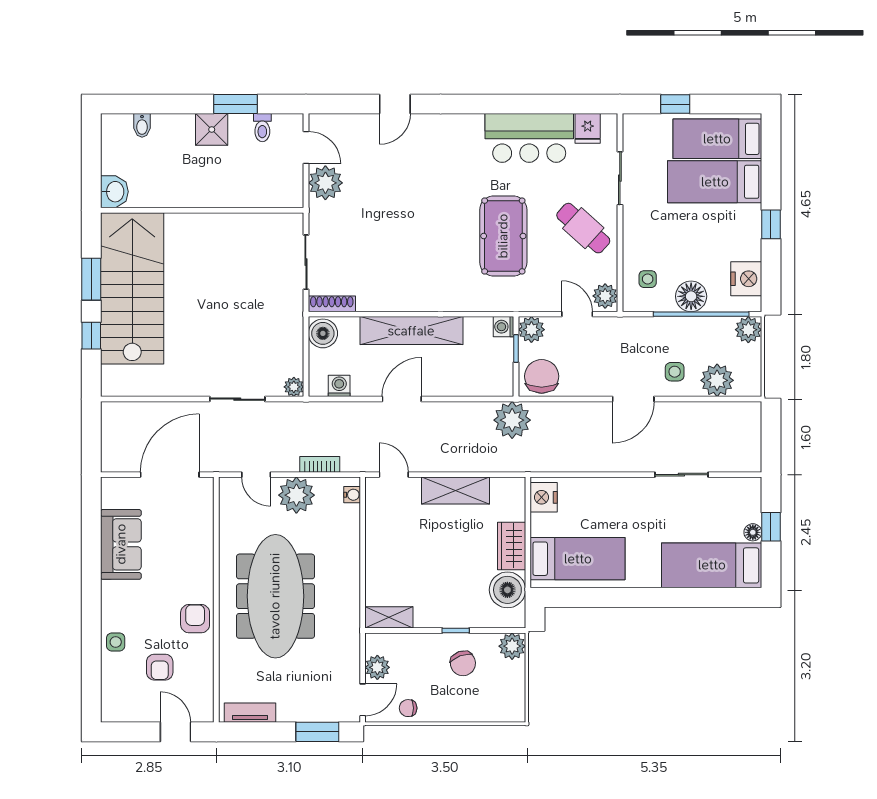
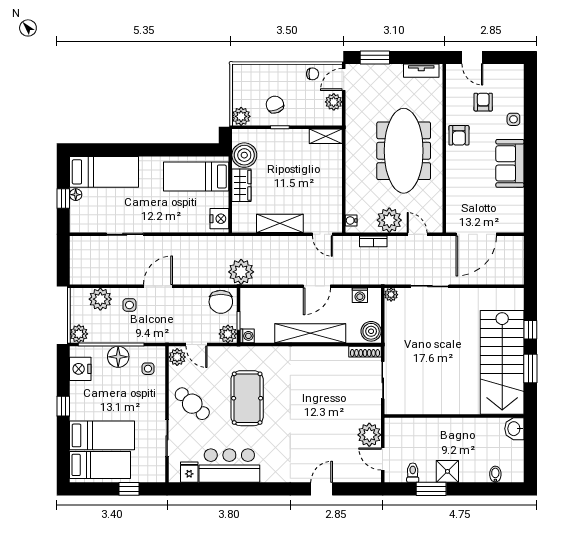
sofa: (121, 544) -> (510, 163), moved

